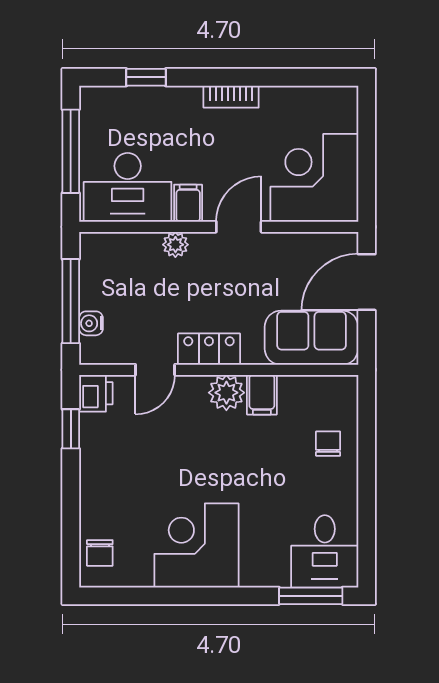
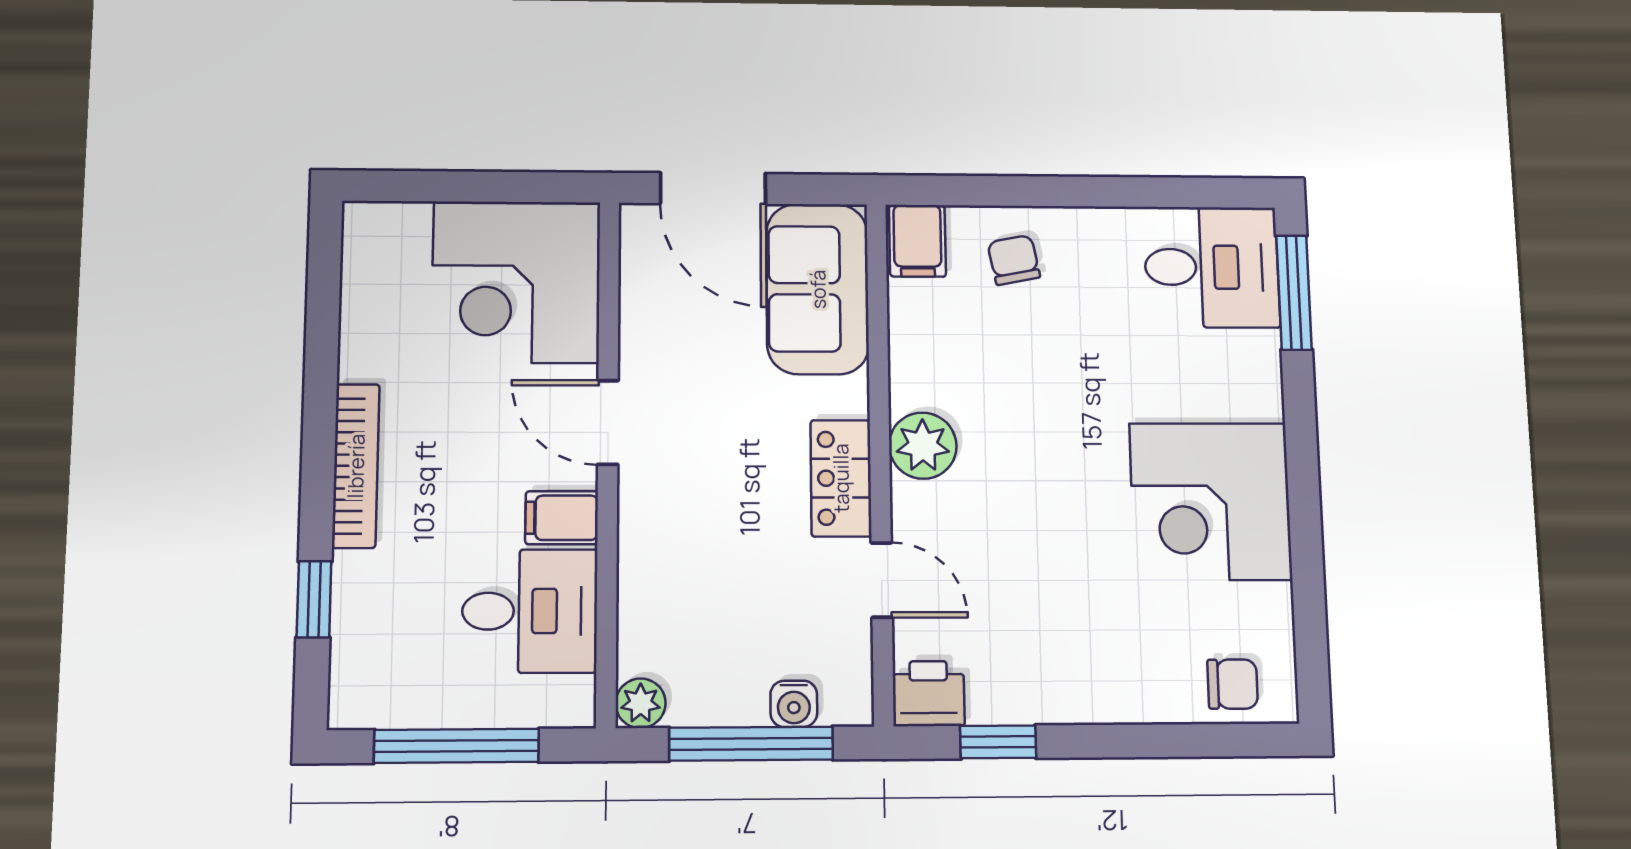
bookcase: (231, 97) -> (356, 466), width x1.56
desk: (128, 187) -> (530, 611), width x0.73
plant: (175, 245) -> (641, 703), moved
filing cabinet: (262, 395) -> (917, 241), moved, turned 90
chair: (328, 444) -> (1014, 260), turned 79

